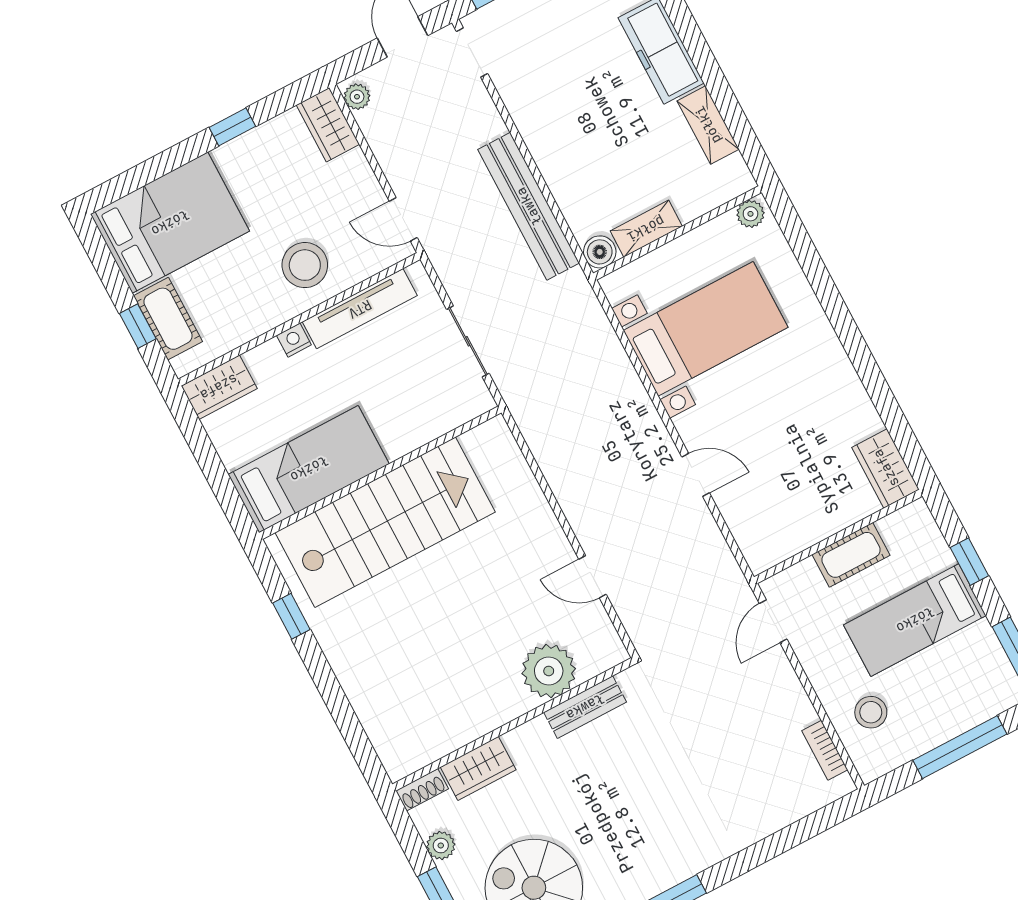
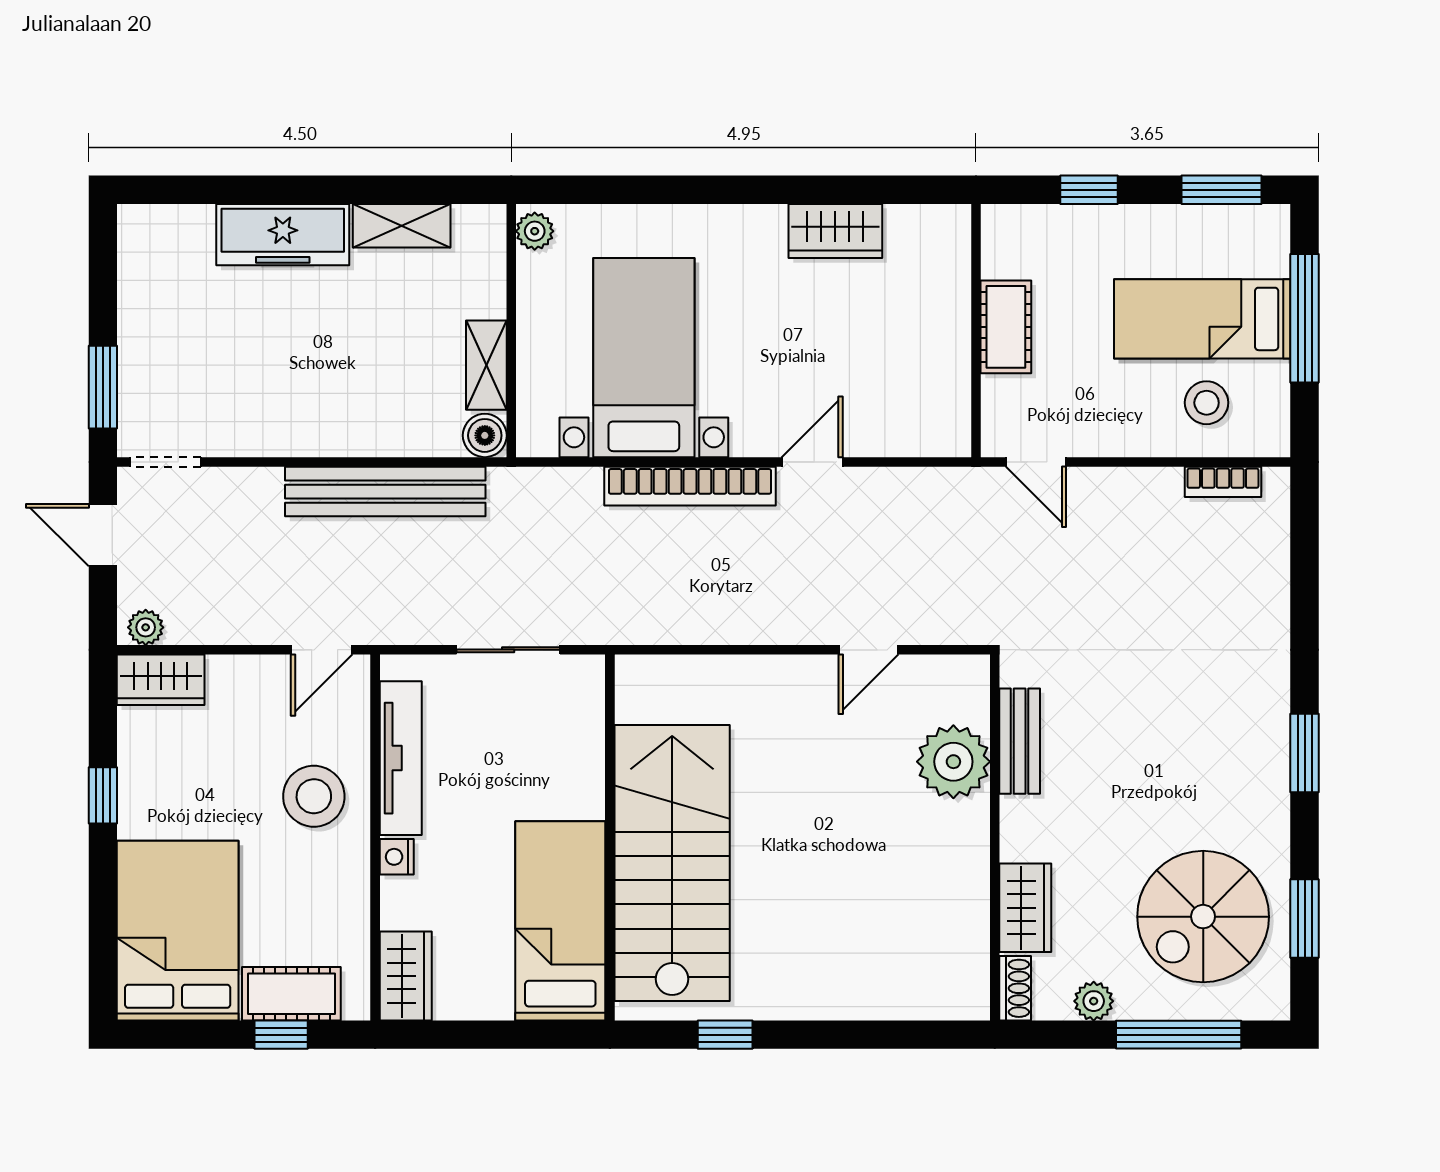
bookcase: (638, 404) -> (690, 486), added
wardrobe: (886, 468) -> (835, 231), moved
bed: (915, 620) -> (1202, 319), moved, turned 90

